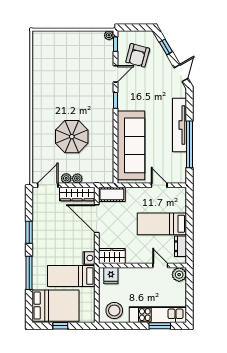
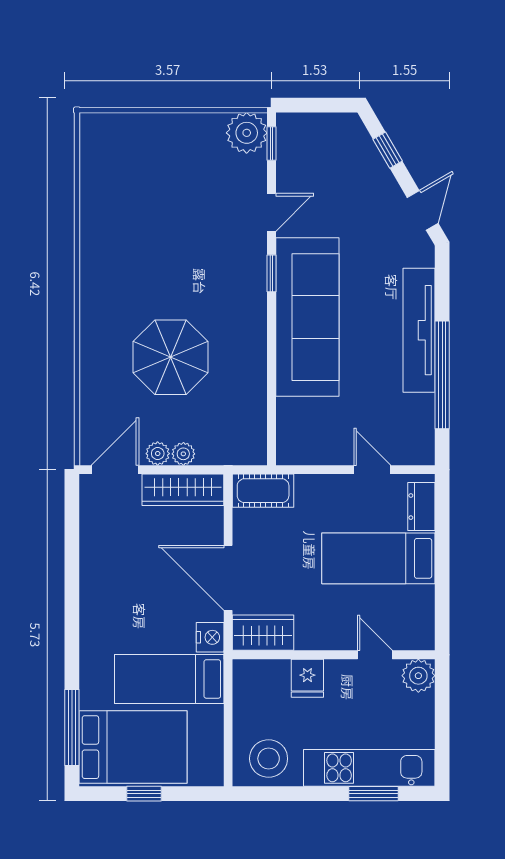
plant: (109, 35) -> (247, 133), width x1.88, depth x1.88
armchair: (138, 55) -> (323, 169), removed
sofa: (131, 145) -> (307, 317), moved
door: (97, 219) -> (228, 578), moved
window: (29, 232) -> (72, 578), removed
dresser: (180, 246) -> (421, 507), moved
window: (29, 273) -> (72, 728), moved
fridge: (111, 276) -> (307, 678), moved

